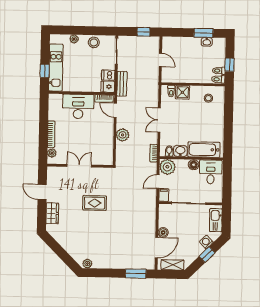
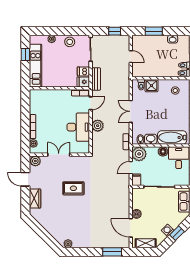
window: (204, 33) -> (154, 31), moved
window: (45, 71) -> (25, 54), moved
desk: (78, 106) -> (78, 127), moved, turned 90
door: (115, 110) -> (91, 103), swing flipped
plant: (53, 172) -> (35, 161), added
washing machine: (206, 242) -> (168, 230), moved
door: (156, 248) -> (131, 228), swing flipped

